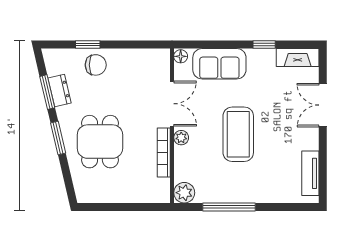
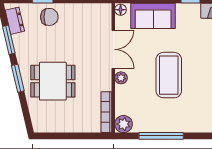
dresser: (60, 90) -> (15, 21), moved
dining table: (100, 142) -> (53, 81), turned 90
bookcase: (164, 153) -> (106, 112), moved

